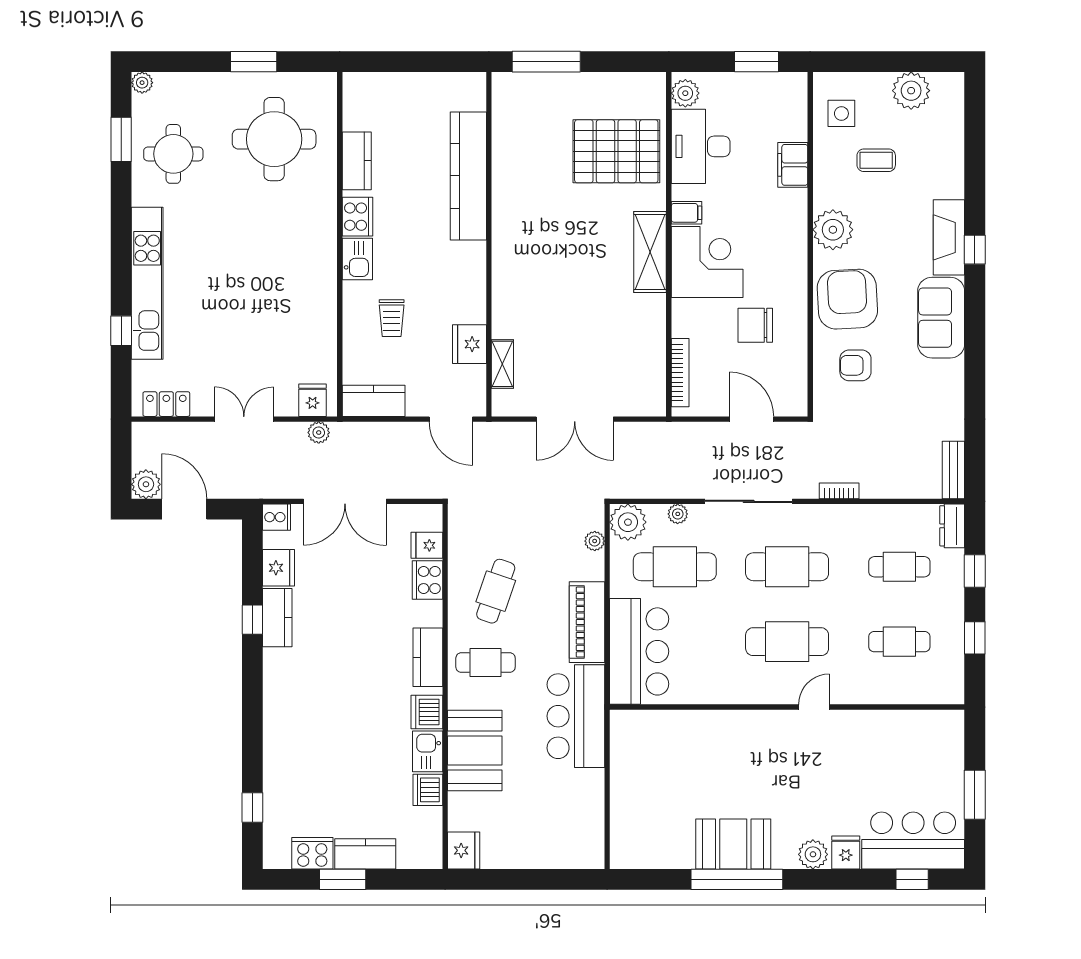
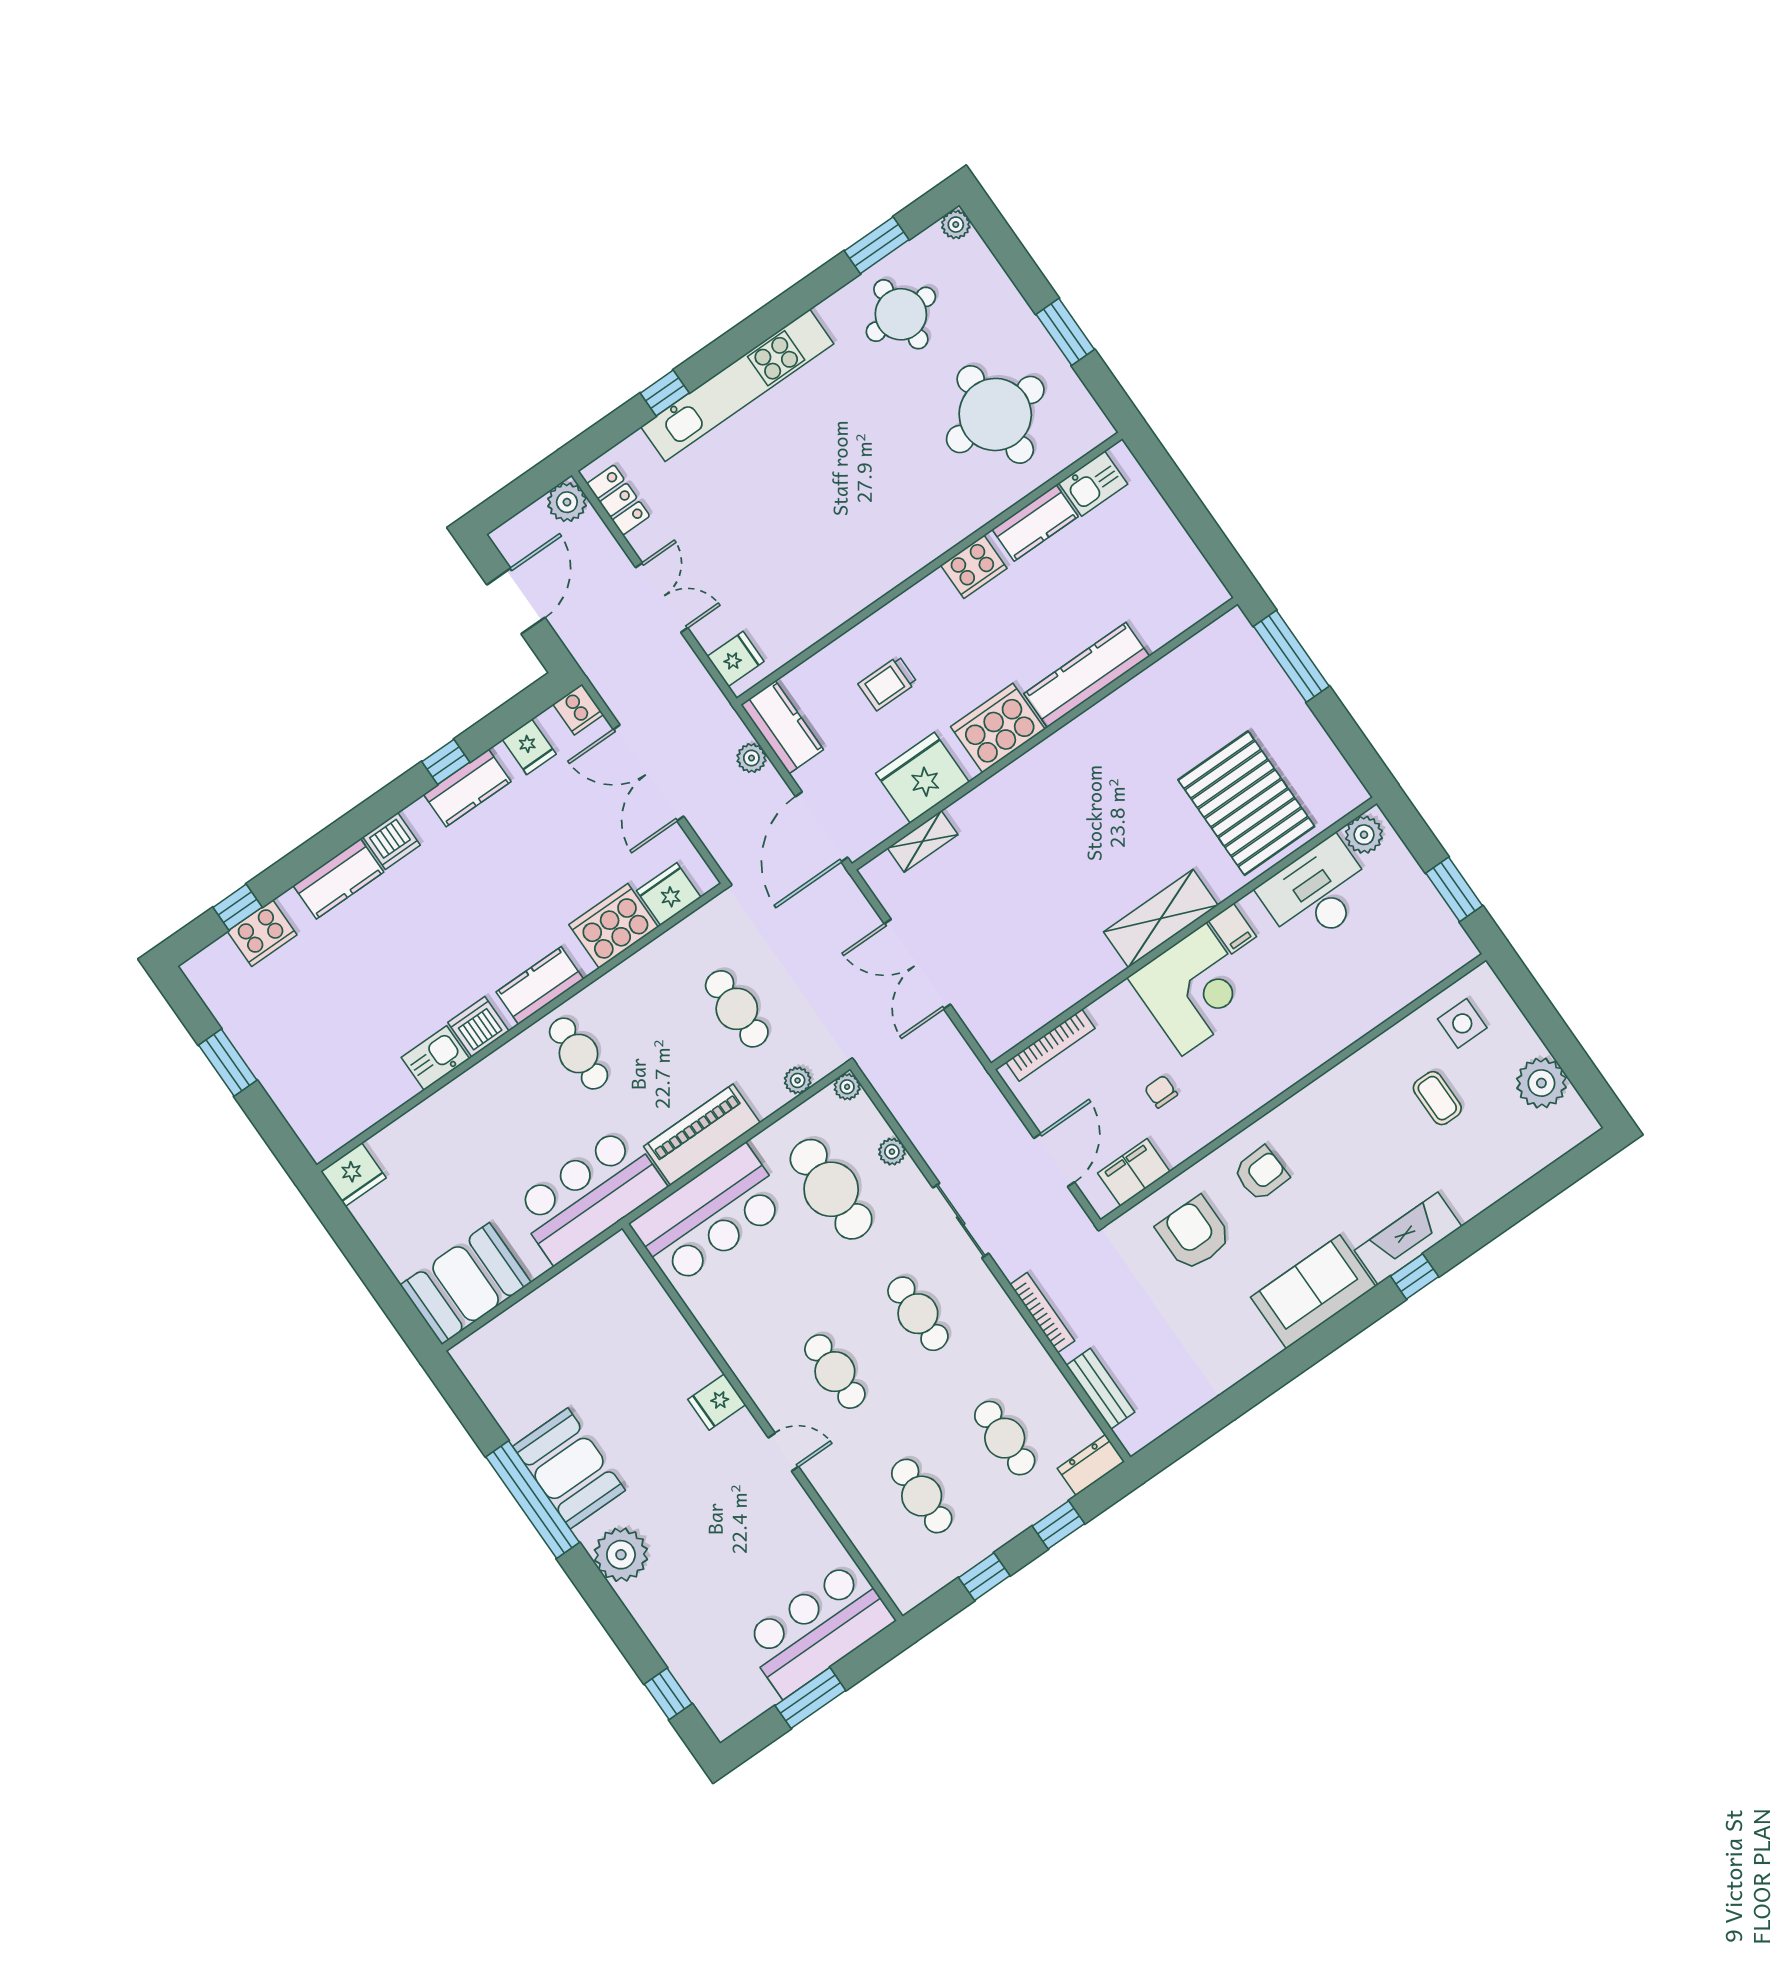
filing cabinet: (793, 165) -> (1134, 1172), moved
kitchen counter: (468, 176) -> (1087, 675), width x0.72, depth x0.86
plant: (833, 230) -> (1327, 1104), removed
kitchen sink: (357, 259) -> (1093, 484), moved
cooker: (465, 270) -> (998, 728), added
armchair: (847, 299) -> (1261, 1174), width x0.53, depth x0.53
chair: (755, 325) -> (1161, 1092), width x0.54, depth x0.54
fridge: (469, 344) -> (922, 778), width x1.36, depth x1.34
armchair: (855, 365) -> (1194, 1234), width x1.38, depth x1.38
door: (451, 419) -> (822, 827), width x1.36
plant: (319, 433) -> (751, 758), moved
bench: (953, 470) -> (1100, 1389), moved, turned 90
plant: (146, 484) -> (567, 502), moved
bookcase: (839, 491) -> (1042, 1313), width x1.56
sliding door: (749, 501) -> (961, 1221), width x0.73
plant: (628, 522) -> (847, 1087), width x0.53, depth x0.53
fridge: (427, 545) -> (669, 894), width x1.38
cafe table: (787, 567) -> (918, 1314), width x0.73, depth x0.74
fridge: (278, 568) -> (529, 747), width x0.72
cooker: (428, 580) -> (614, 926), width x1.37, depth x1.31
cafe table: (496, 591) -> (737, 1009), moved, turned 71
cafe table: (787, 642) -> (835, 1372), width x0.73, depth x0.74
booth: (475, 750) -> (466, 1284), moved
dishwasher: (428, 790) -> (391, 841), moved, turned 180
bar counter: (913, 840) -> (818, 1629), moved, turned -90
fridge: (846, 852) -> (717, 1402), moved, turned 180
cooker: (312, 853) -> (262, 933), moved, turned 90
kitchen counter: (365, 854) -> (338, 879), moved, turned 90
plant: (813, 854) -> (621, 1555), width x1.36, depth x1.36

